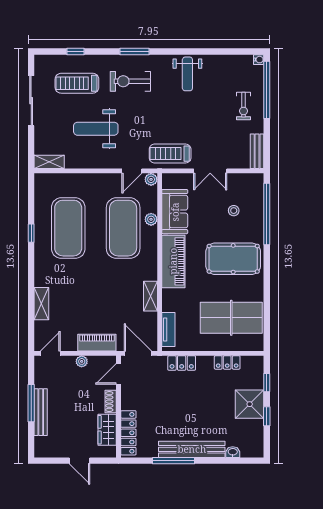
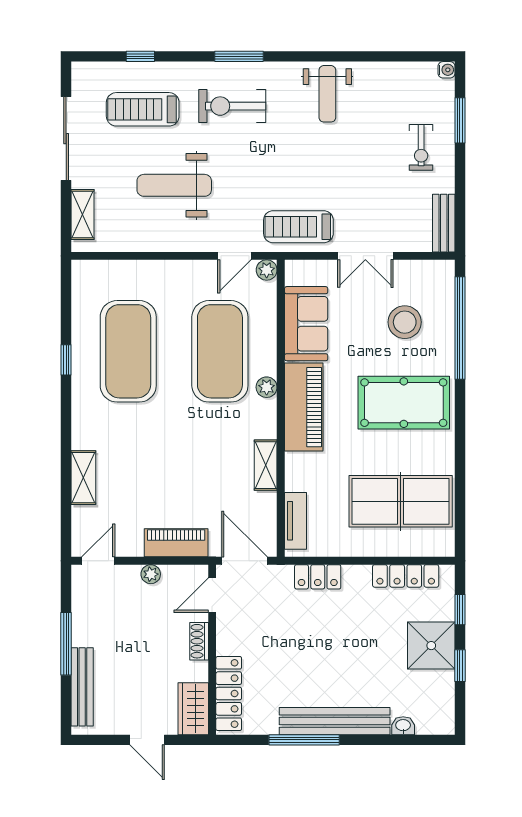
window: (267, 90) -> (460, 120), width x0.47
shelving: (49, 162) -> (82, 215), moved, turned 90
stool: (234, 211) -> (405, 322), width x1.89, depth x1.89
plant: (151, 219) -> (267, 387), moved
locker: (227, 362) -> (406, 576), width x1.53
bench: (41, 412) -> (82, 687), moved
wardrobe: (107, 430) -> (193, 709), moved

